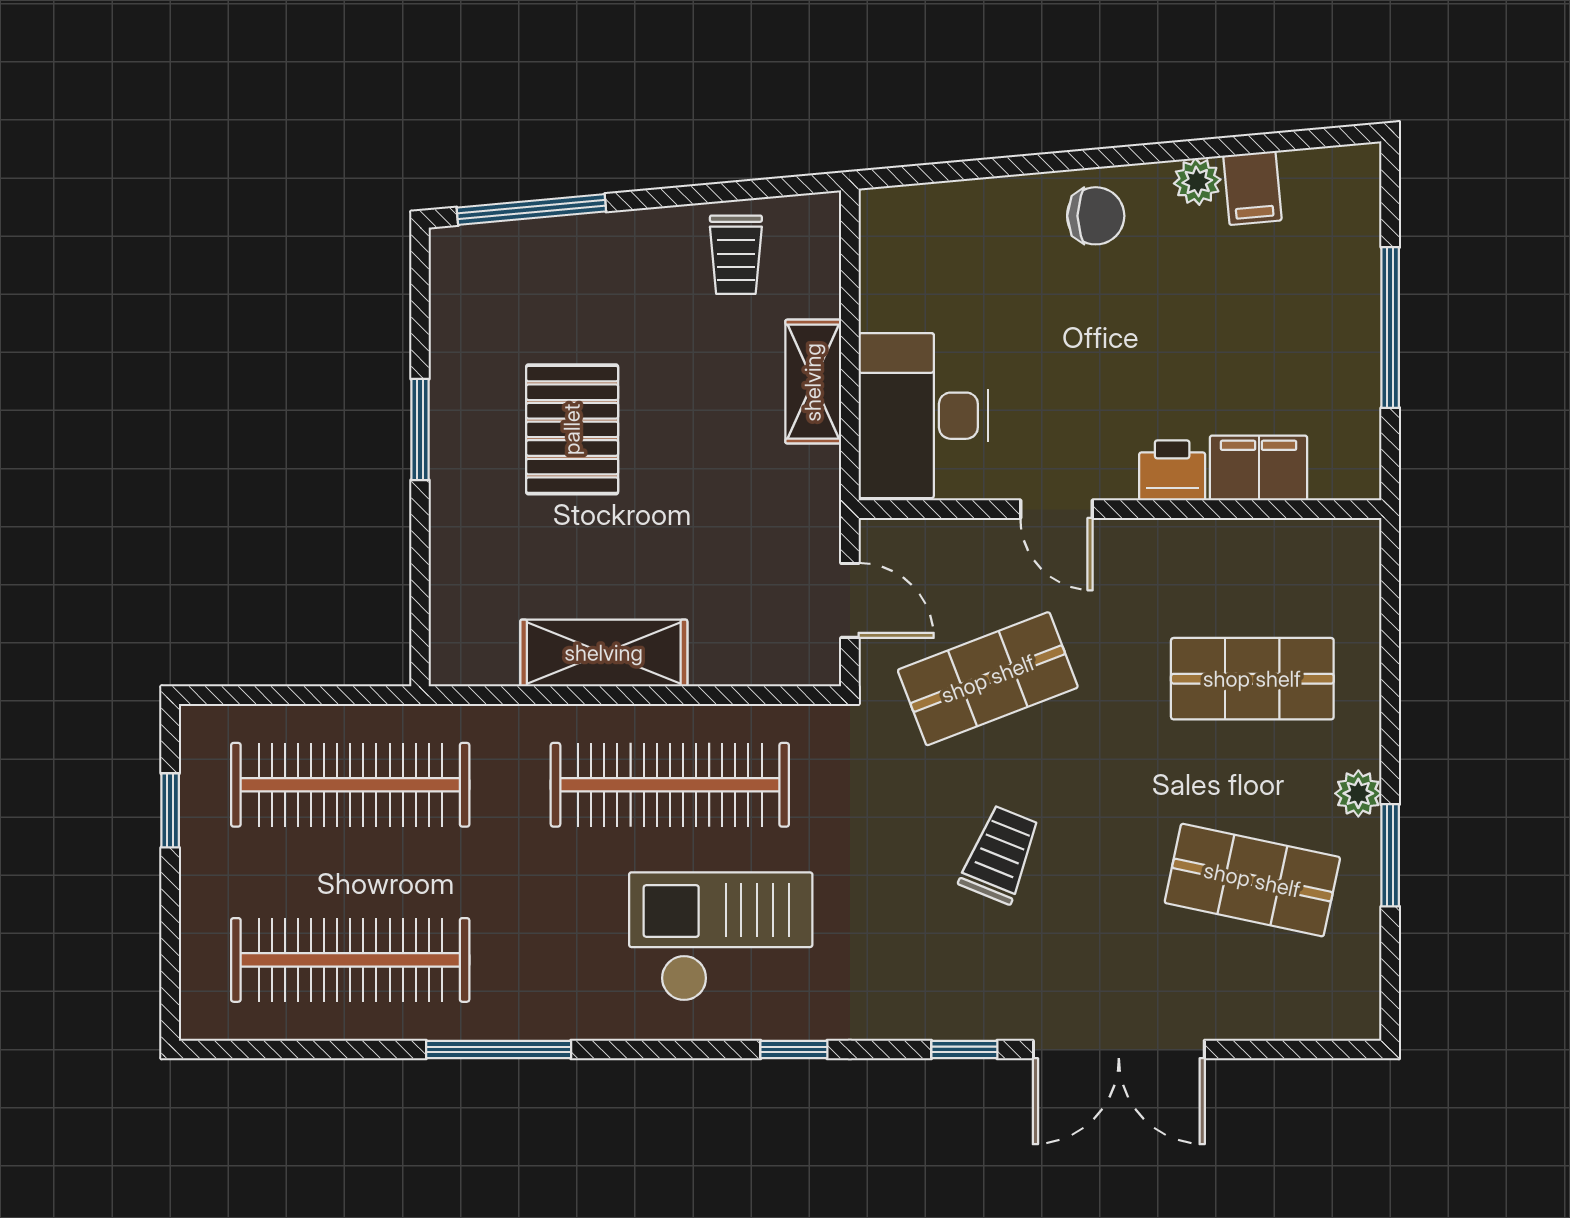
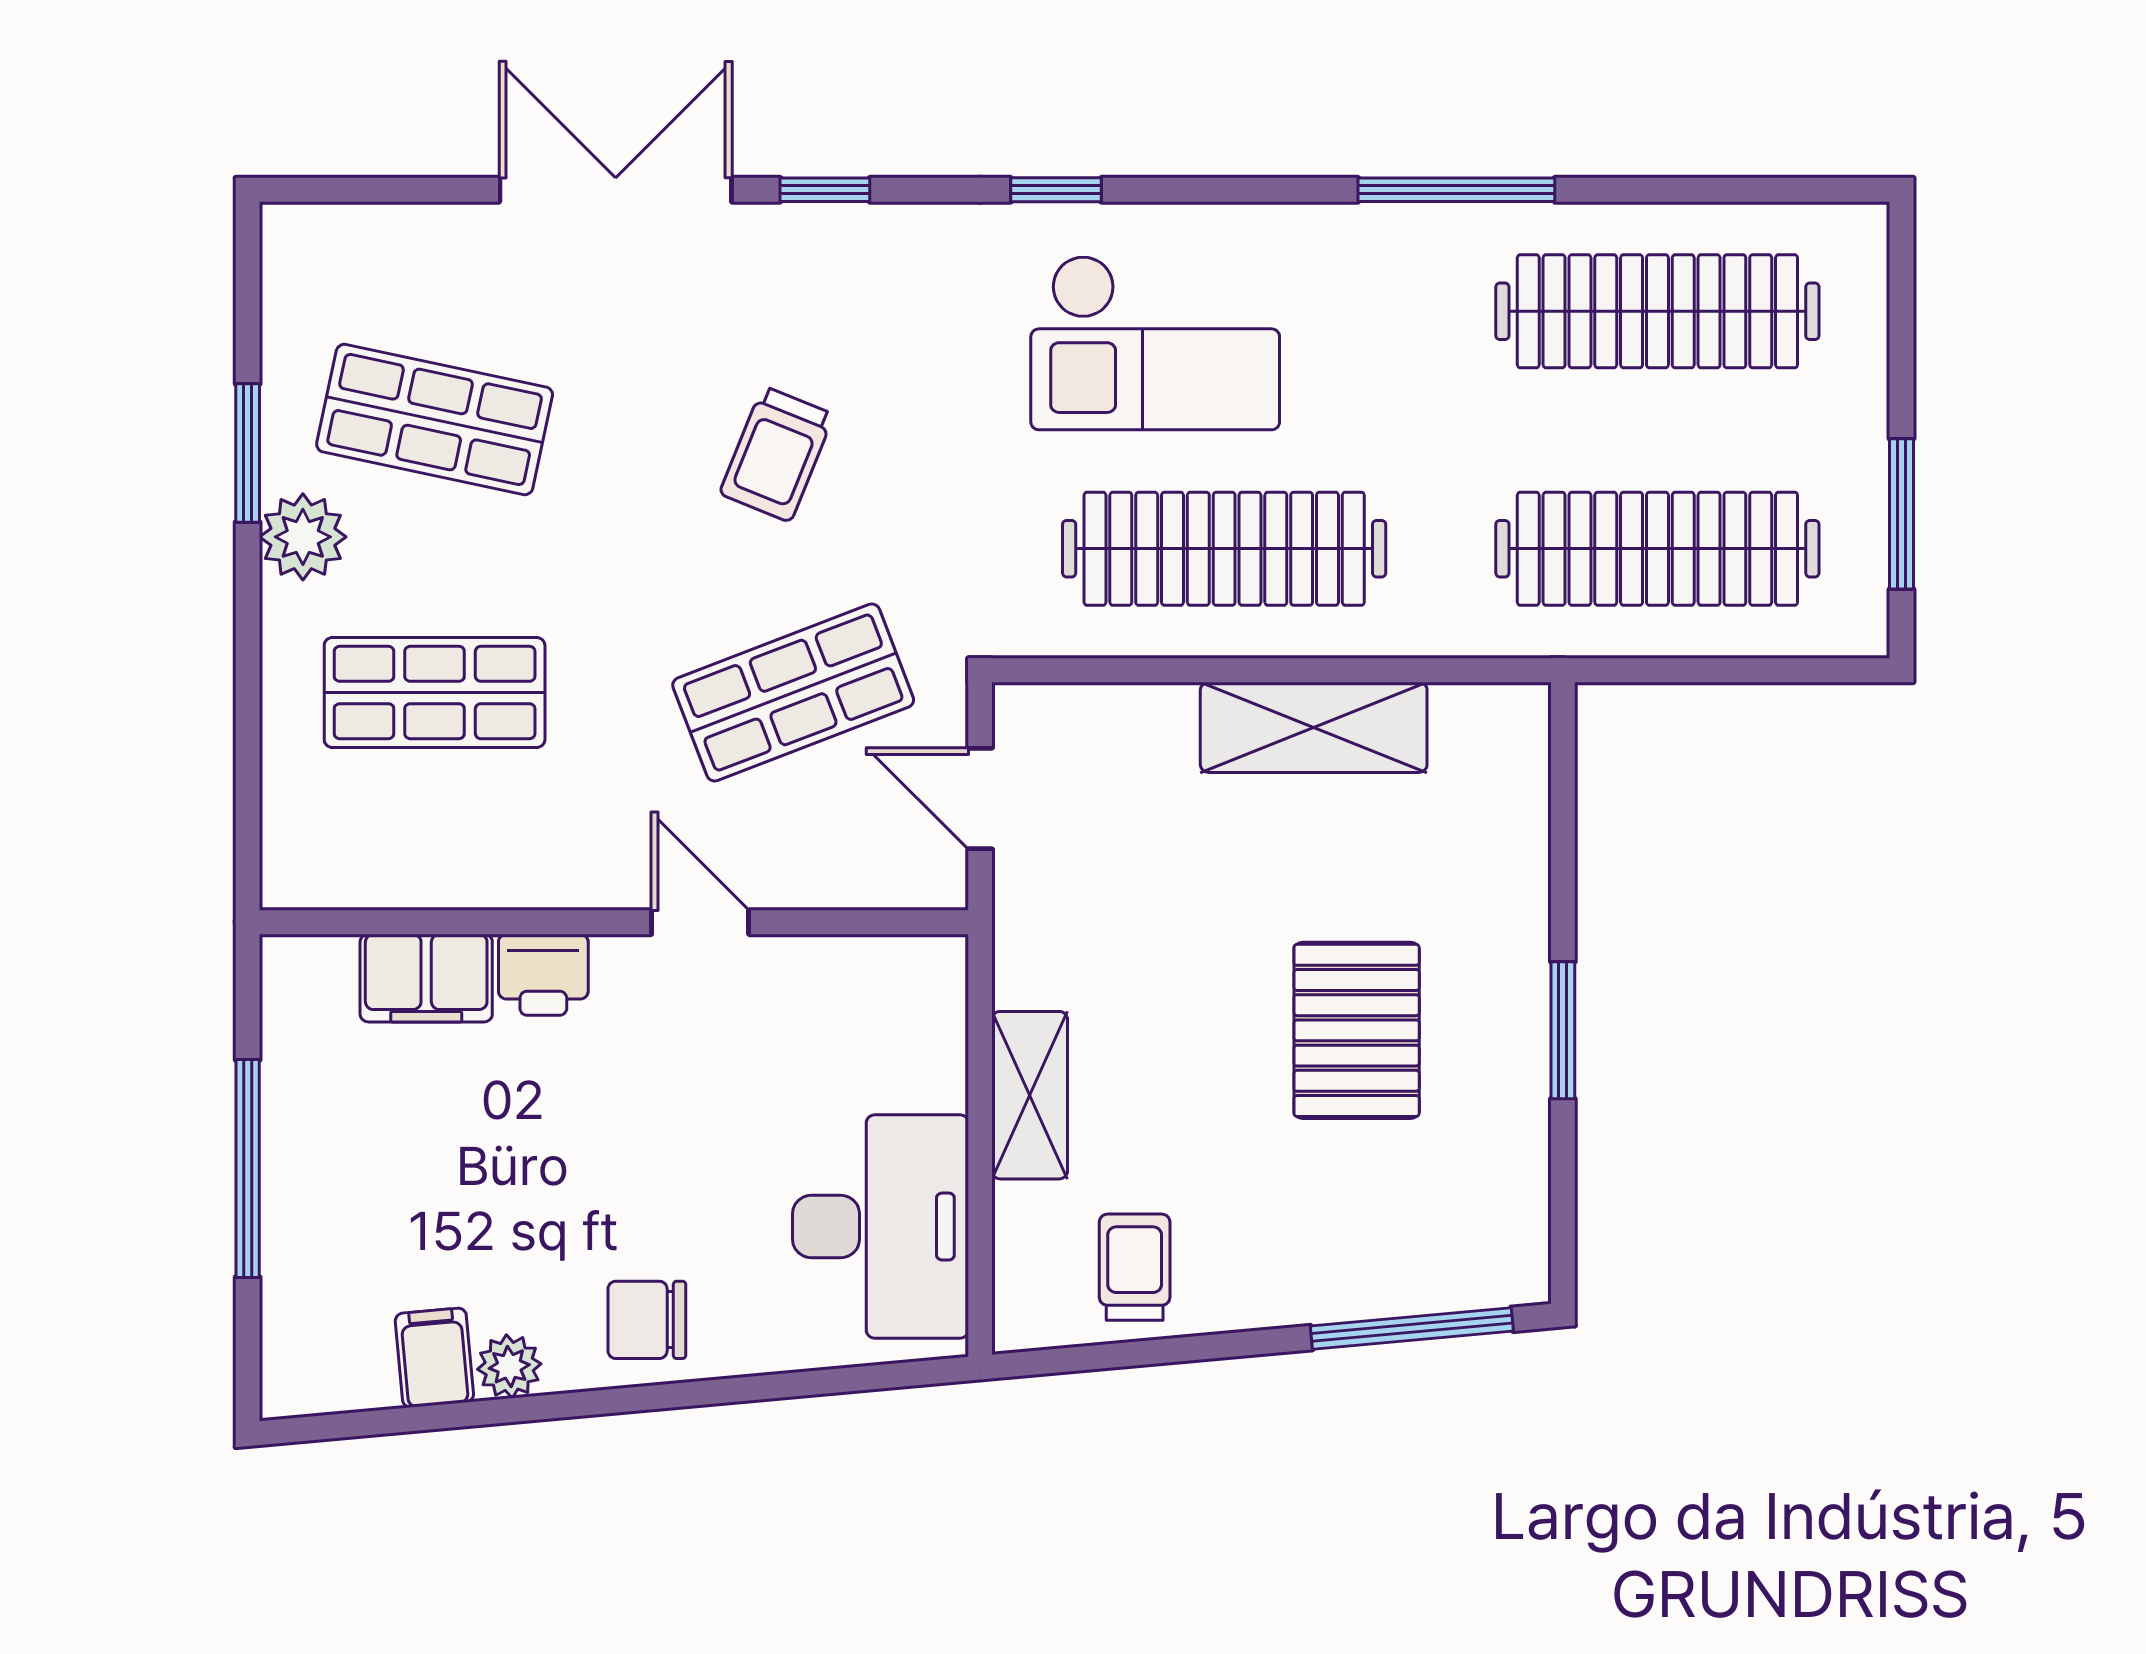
desk: (923, 416) -> (880, 1226), moved
plant: (1358, 793) -> (303, 537), width x1.38, depth x1.38
window: (170, 810) -> (1901, 514), width x1.50

